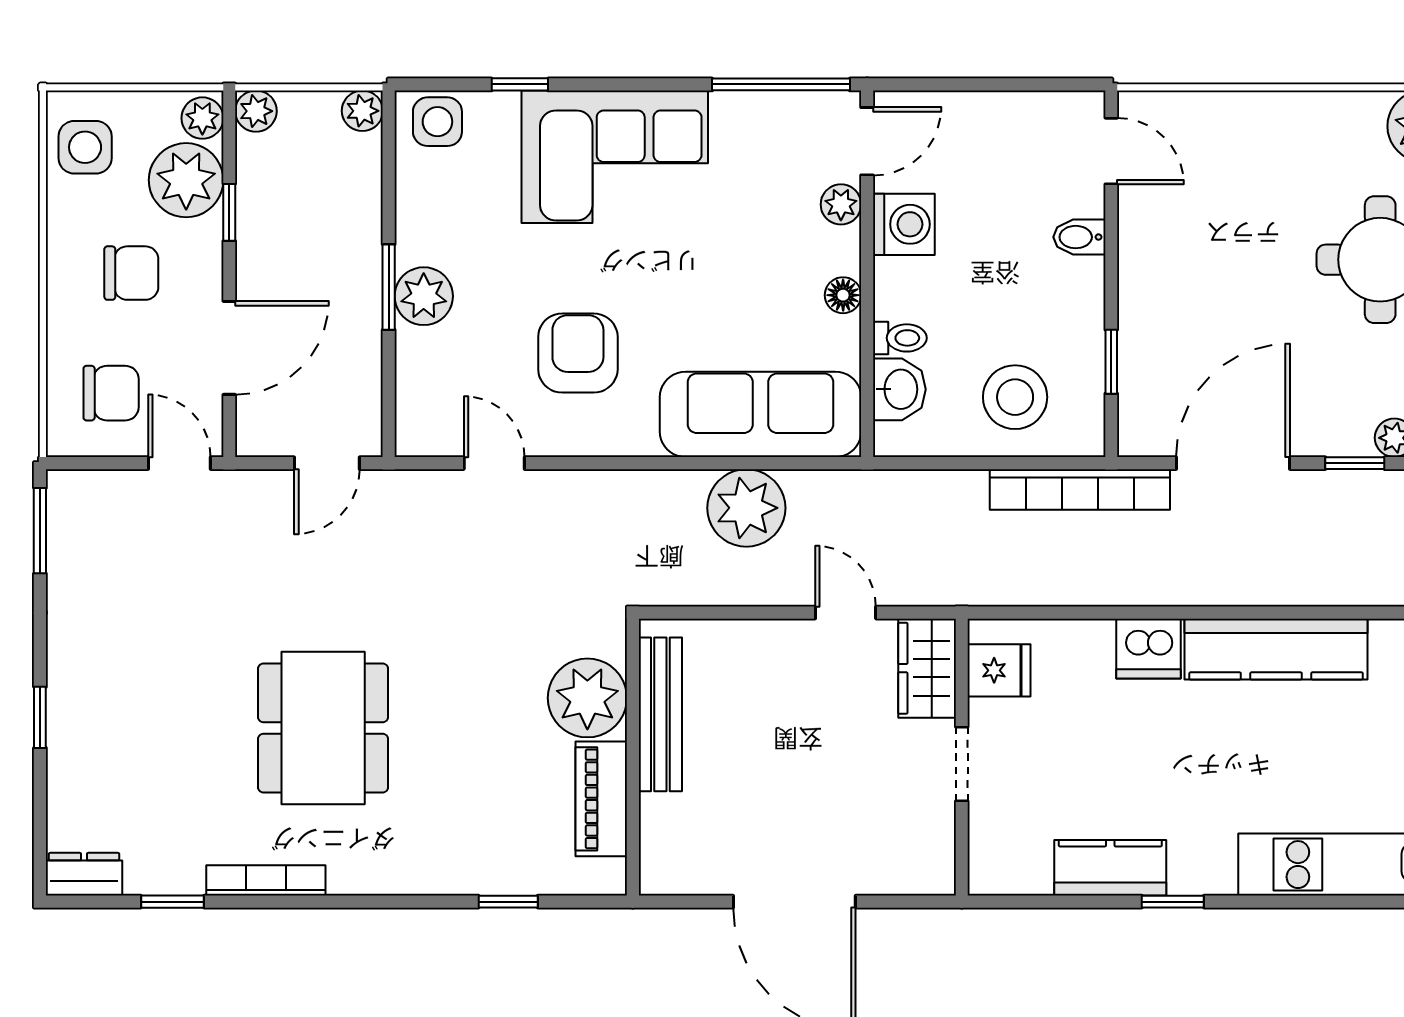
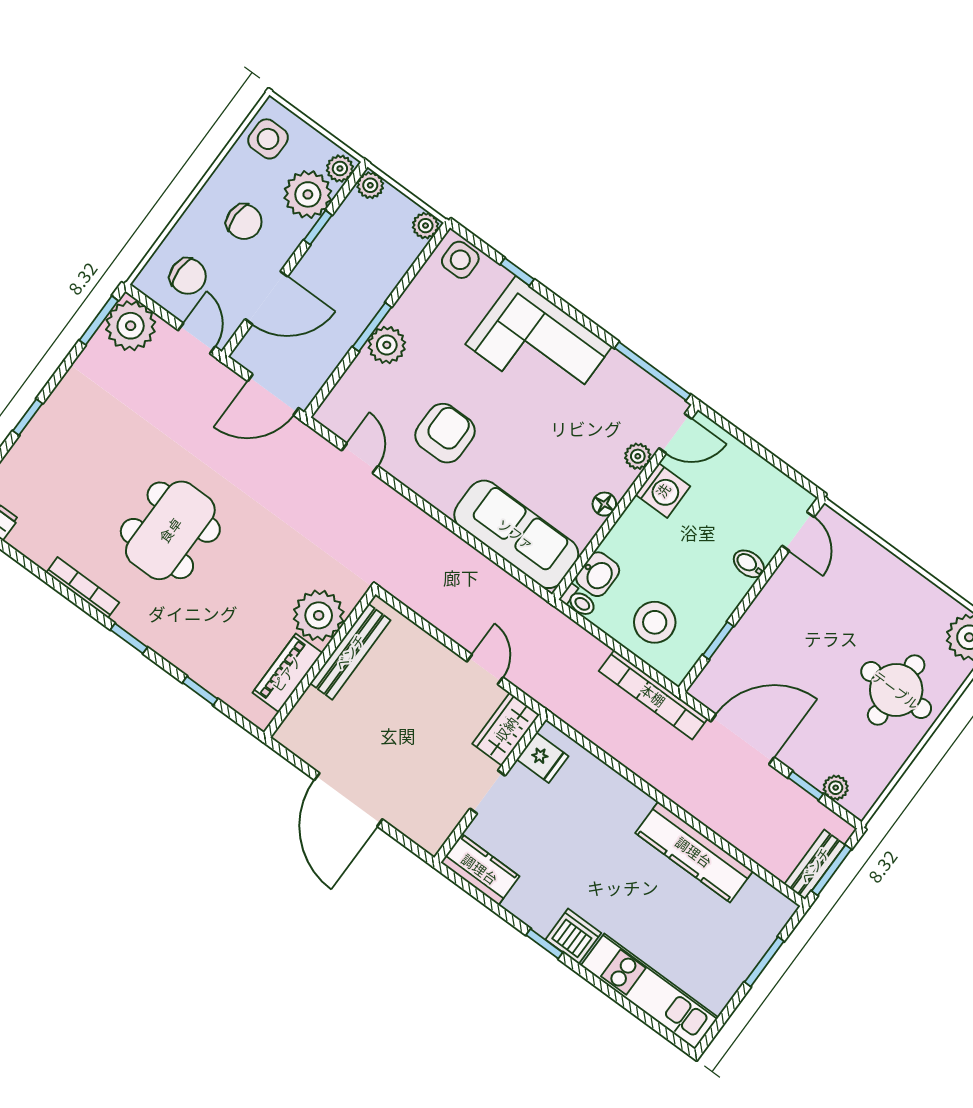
toilet: (900, 338) -> (578, 601), moved
door: (327, 463) -> (273, 395), width x1.38
plant: (746, 508) -> (131, 326), moved
dishwasher: (1148, 649) -> (573, 936), moved, turned 180
kitchen counter: (1110, 868) -> (480, 869), moved
window: (172, 902) -> (129, 638), moved

